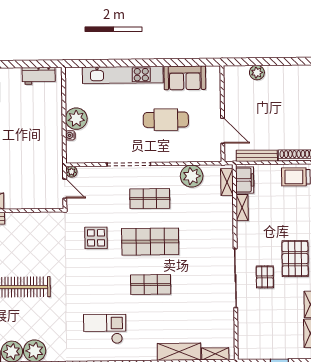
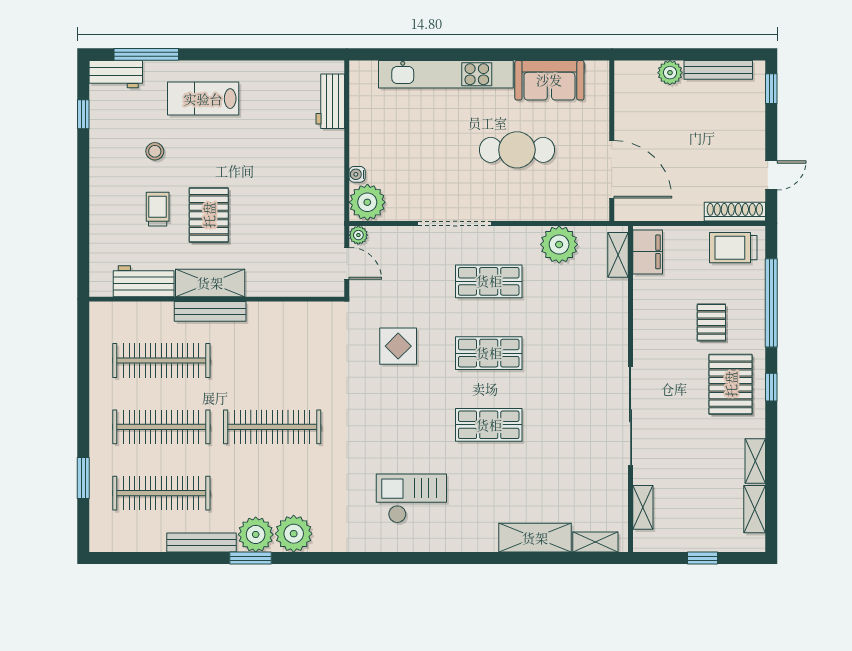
workbench: (39, 76) -> (330, 101), moved, turned 90
plant: (76, 119) -> (367, 202), moved
door: (223, 131) -> (612, 169), width x1.36
bench: (257, 156) -> (718, 70), moved
shelving: (242, 208) -> (643, 507), moved
shop shelf: (150, 242) -> (489, 353), width x0.70, depth x0.74
pallet: (265, 277) -> (711, 322), moved

